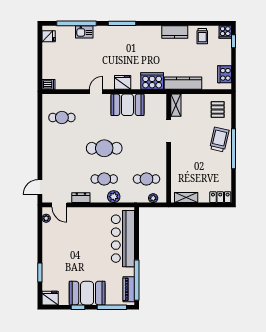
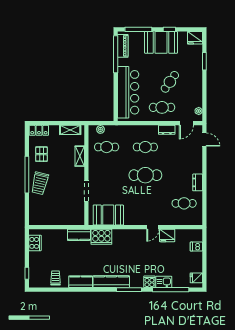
kitchen counter: (141, 32) -> (111, 282), added
cooker: (225, 32) -> (149, 282), moved
fridge: (123, 82) -> (167, 236), moved
kitchen counter: (183, 83) -> (79, 235), width x0.67
dishwasher: (48, 84) -> (196, 247), moved
booth: (127, 105) -> (108, 215), moved
shelving: (176, 105) -> (80, 156), moved
pallet: (218, 109) -> (41, 154), moved
dresser: (47, 140) -> (198, 182), added
door: (40, 187) -> (204, 140), hinge flipped
plant: (114, 197) -> (137, 131), removed
door: (59, 205) -> (186, 123), swing flipped
cafe table: (86, 222) -> (162, 107), added
cafe table: (77, 250) -> (170, 82), added

